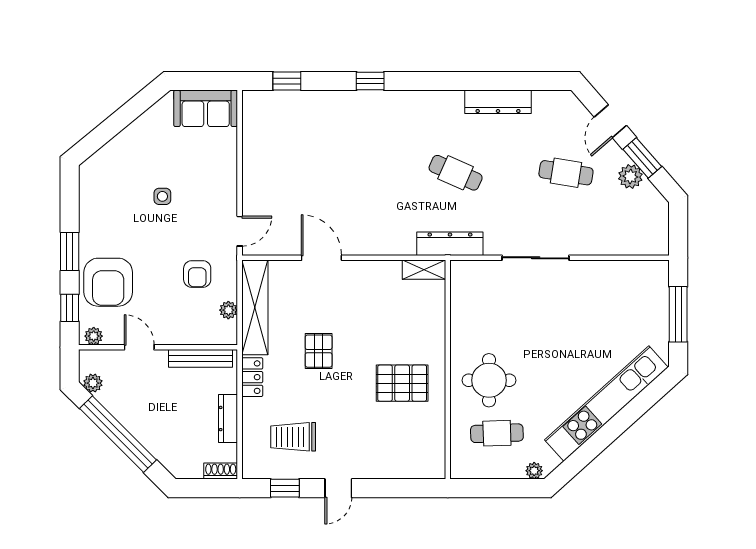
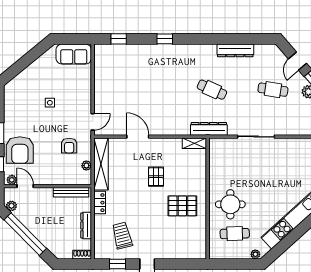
door: (139, 347) -> (25, 186), moved
pallet: (319, 351) -> (156, 177), moved
trolley: (293, 437) -> (122, 236), turned 76

